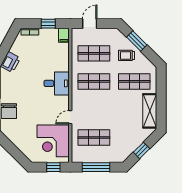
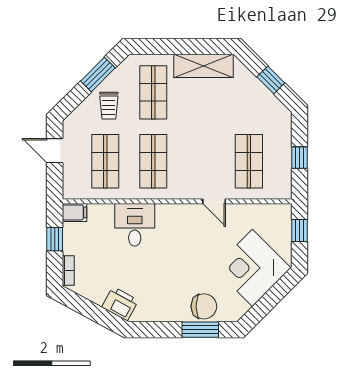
door: (90, 24) -> (55, 151), moved
window: (137, 41) -> (98, 74), moved
desk: (57, 83) -> (135, 225), moved
corner desk: (53, 141) -> (252, 268), moved, turned 135
window: (96, 167) -> (300, 158), width x0.46

